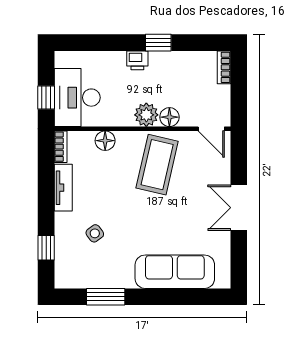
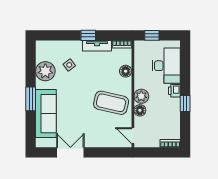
desk: (77, 98) -> (166, 66), moved, turned 90
door: (211, 129) -> (133, 136), hinge flipped
double door: (239, 208) -> (70, 152), moved
window: (46, 248) -> (88, 35), moved
plant: (105, 273) -> (45, 71), added
window: (106, 297) -> (31, 99), moved

